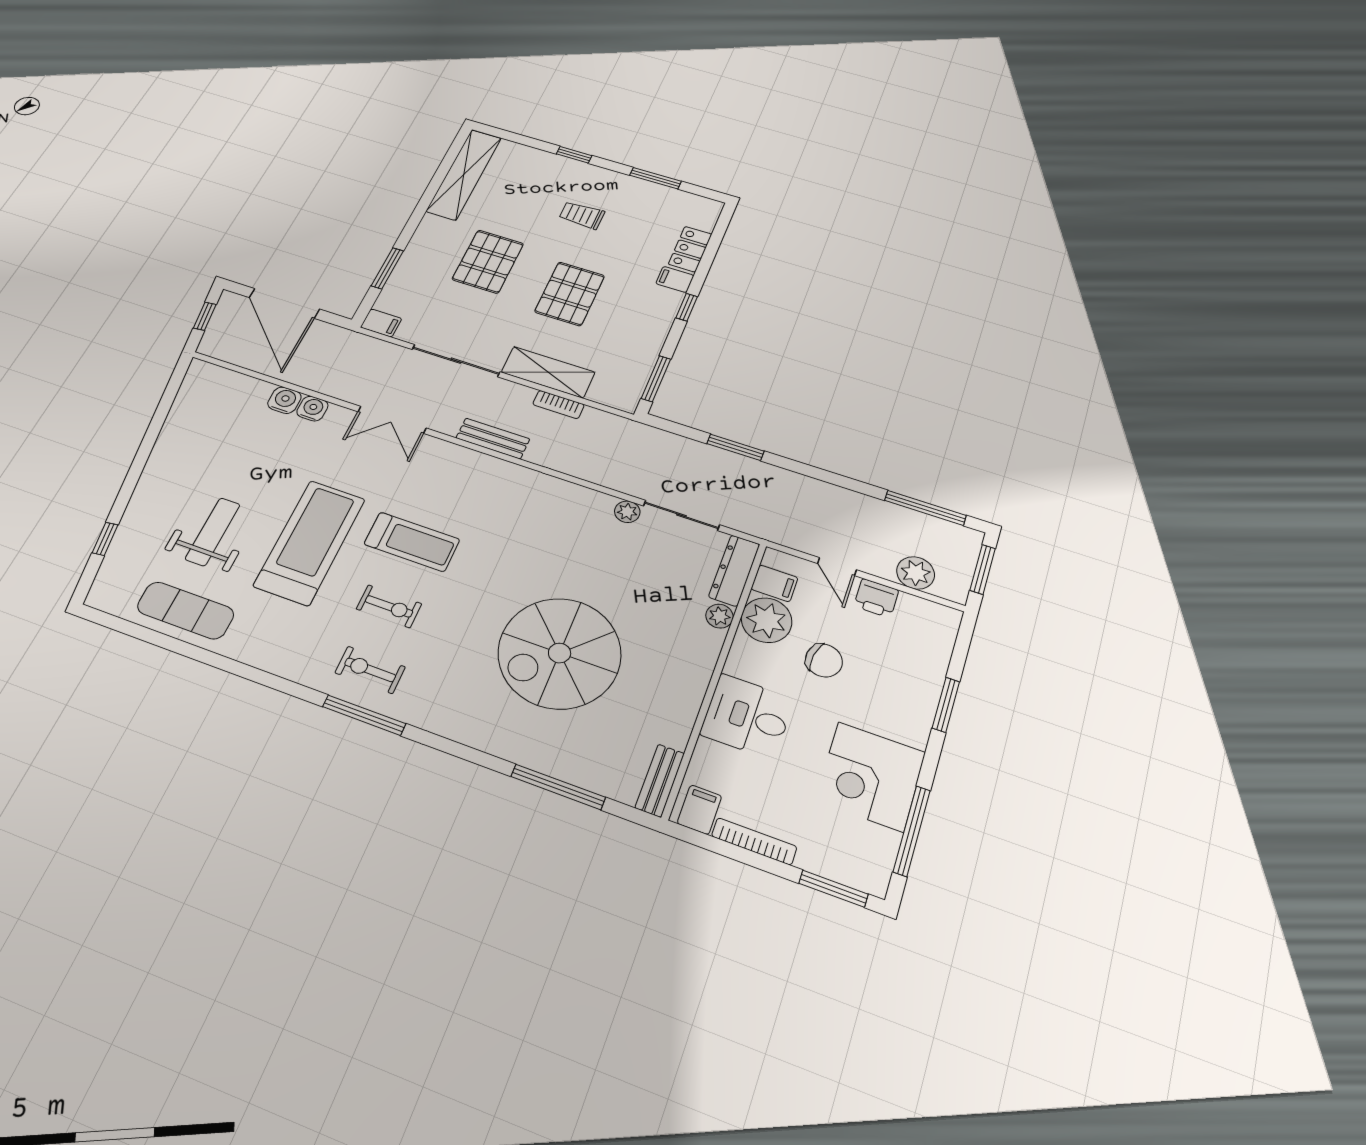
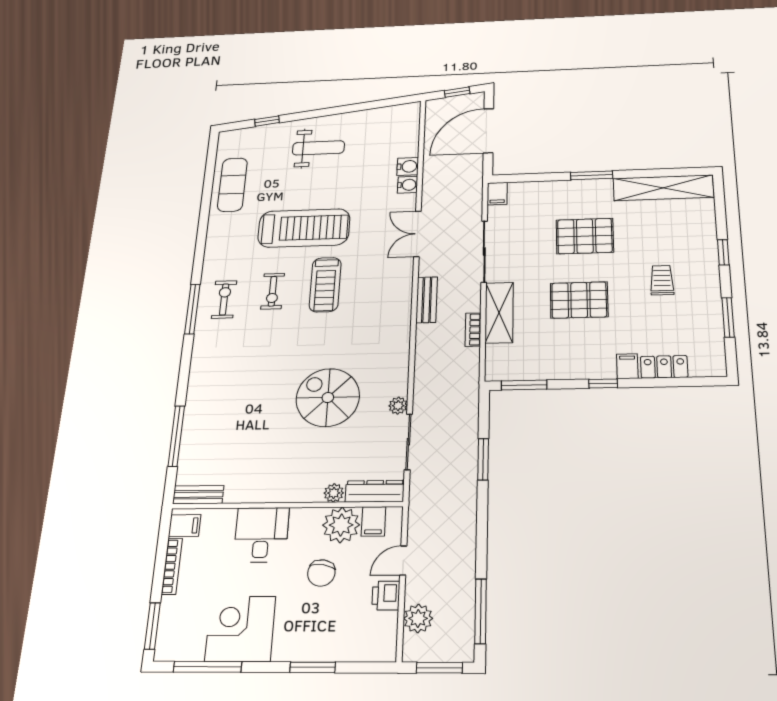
window: (387, 268) -> (592, 175), moved
weight bench: (213, 532) -> (318, 148), moved
spiral stairs: (560, 653) -> (328, 397), moved, width x0.73, depth x0.73

